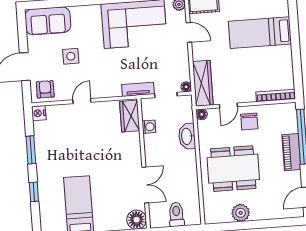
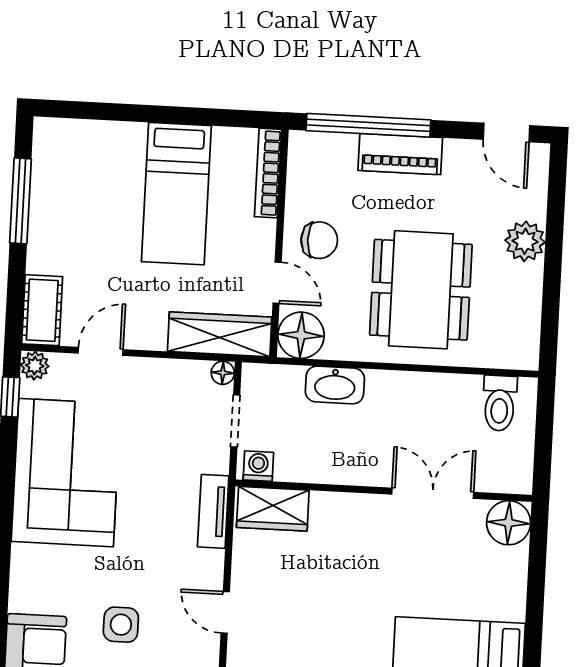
bed: (260, 33) -> (176, 194), moved
tv unit: (138, 89) -> (213, 511), moved
floor lamp: (202, 114) -> (301, 335), width x1.89, depth x1.89
washing machine: (149, 127) -> (258, 466), moved
plant: (241, 213) -> (525, 241), moved
toilet: (176, 214) -> (500, 403), moved, turned -90

